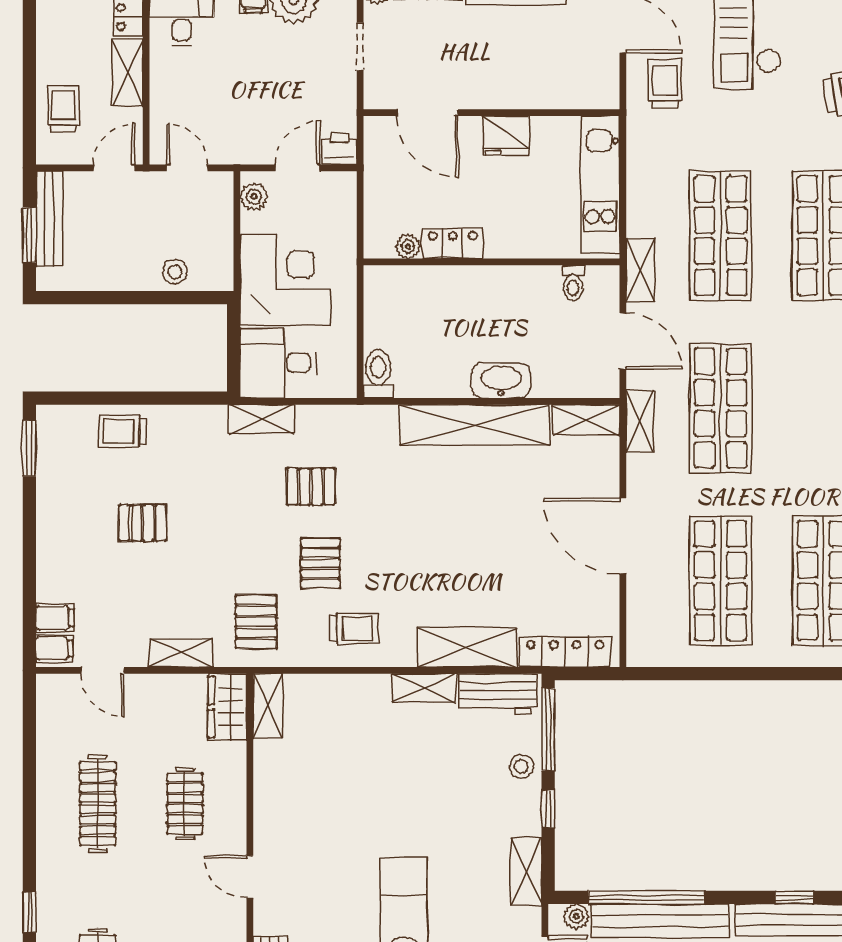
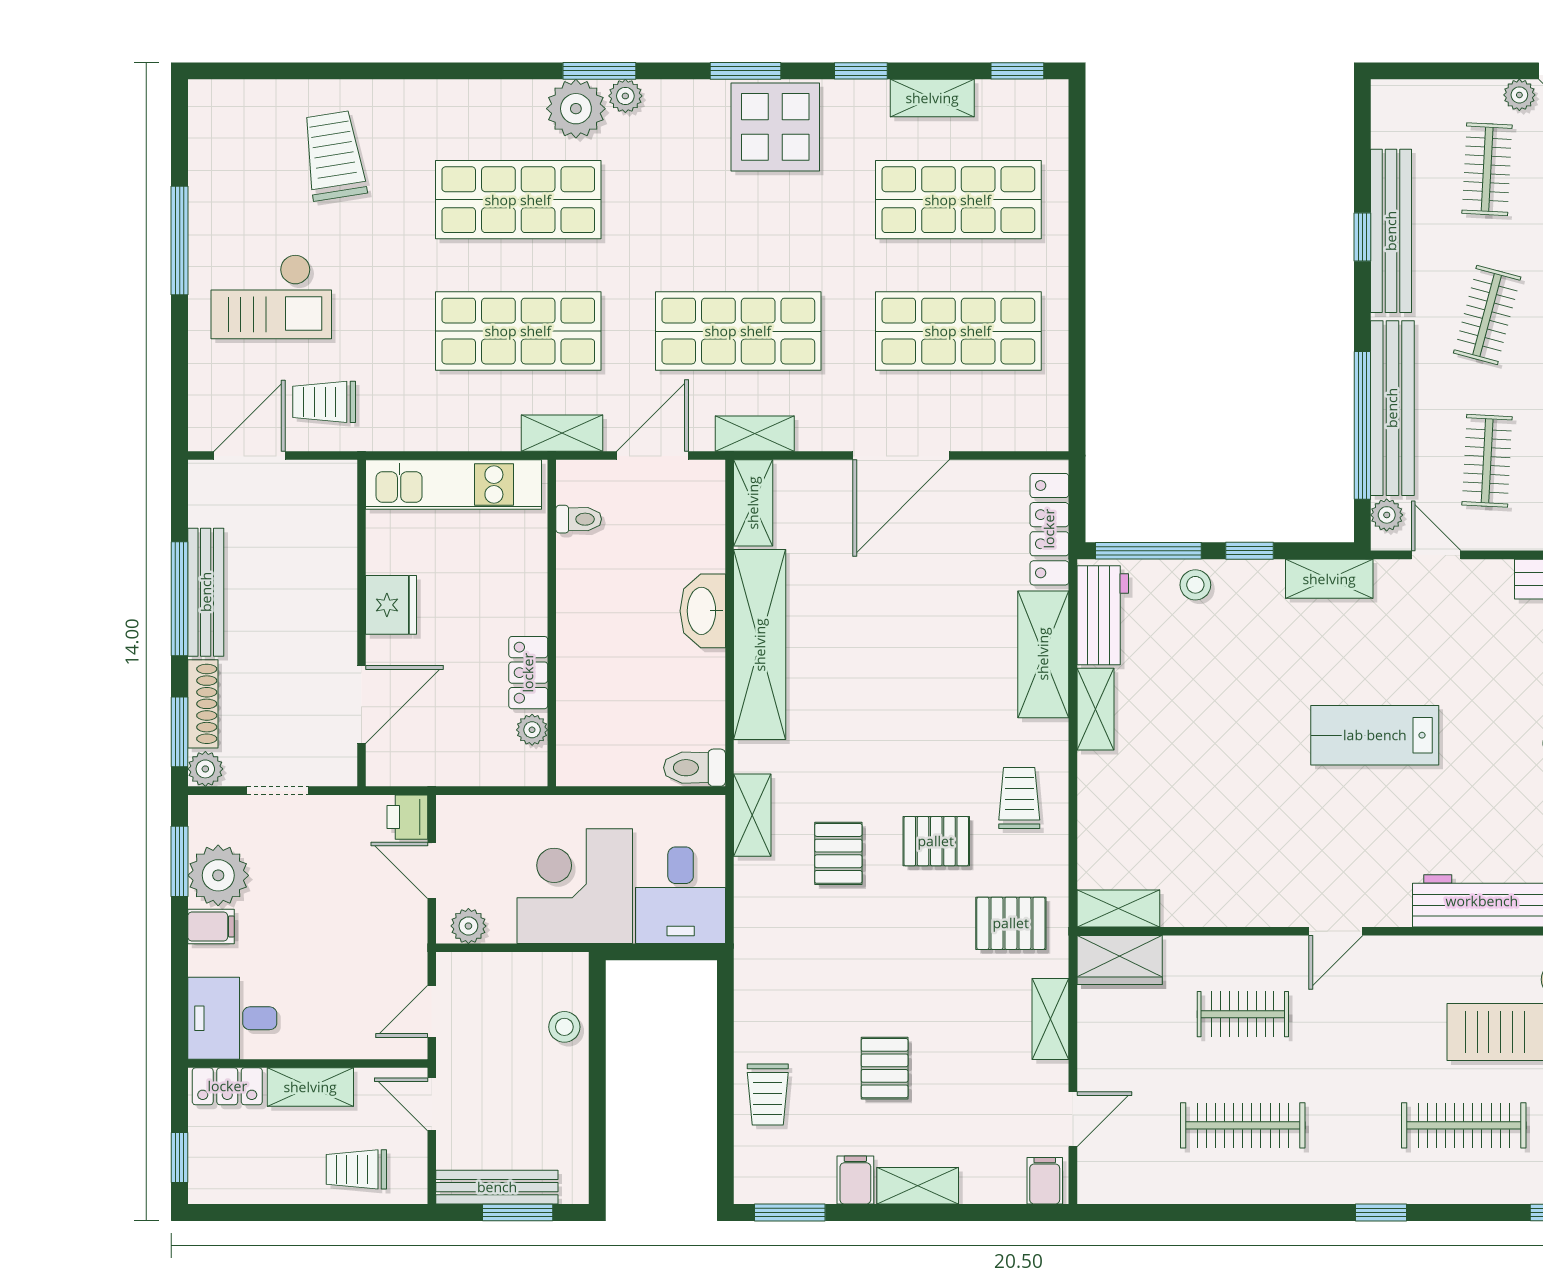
shelving: (261, 419) -> (752, 815), moved
shelving: (50, 549) -> (918, 1186), added
filing cabinet: (55, 618) -> (855, 1180), moved

